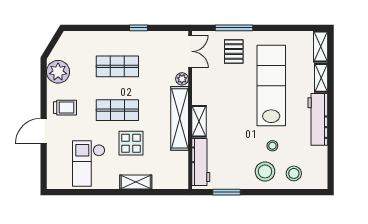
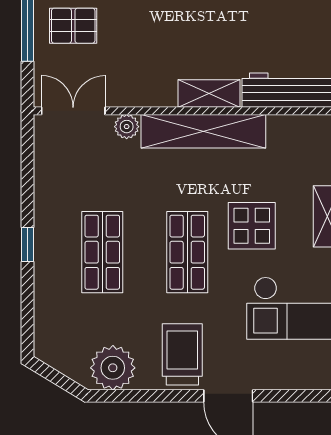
window: (138, 28) -> (27, 245), moved
trolley: (65, 108) -> (182, 354), width x1.36, depth x1.39

